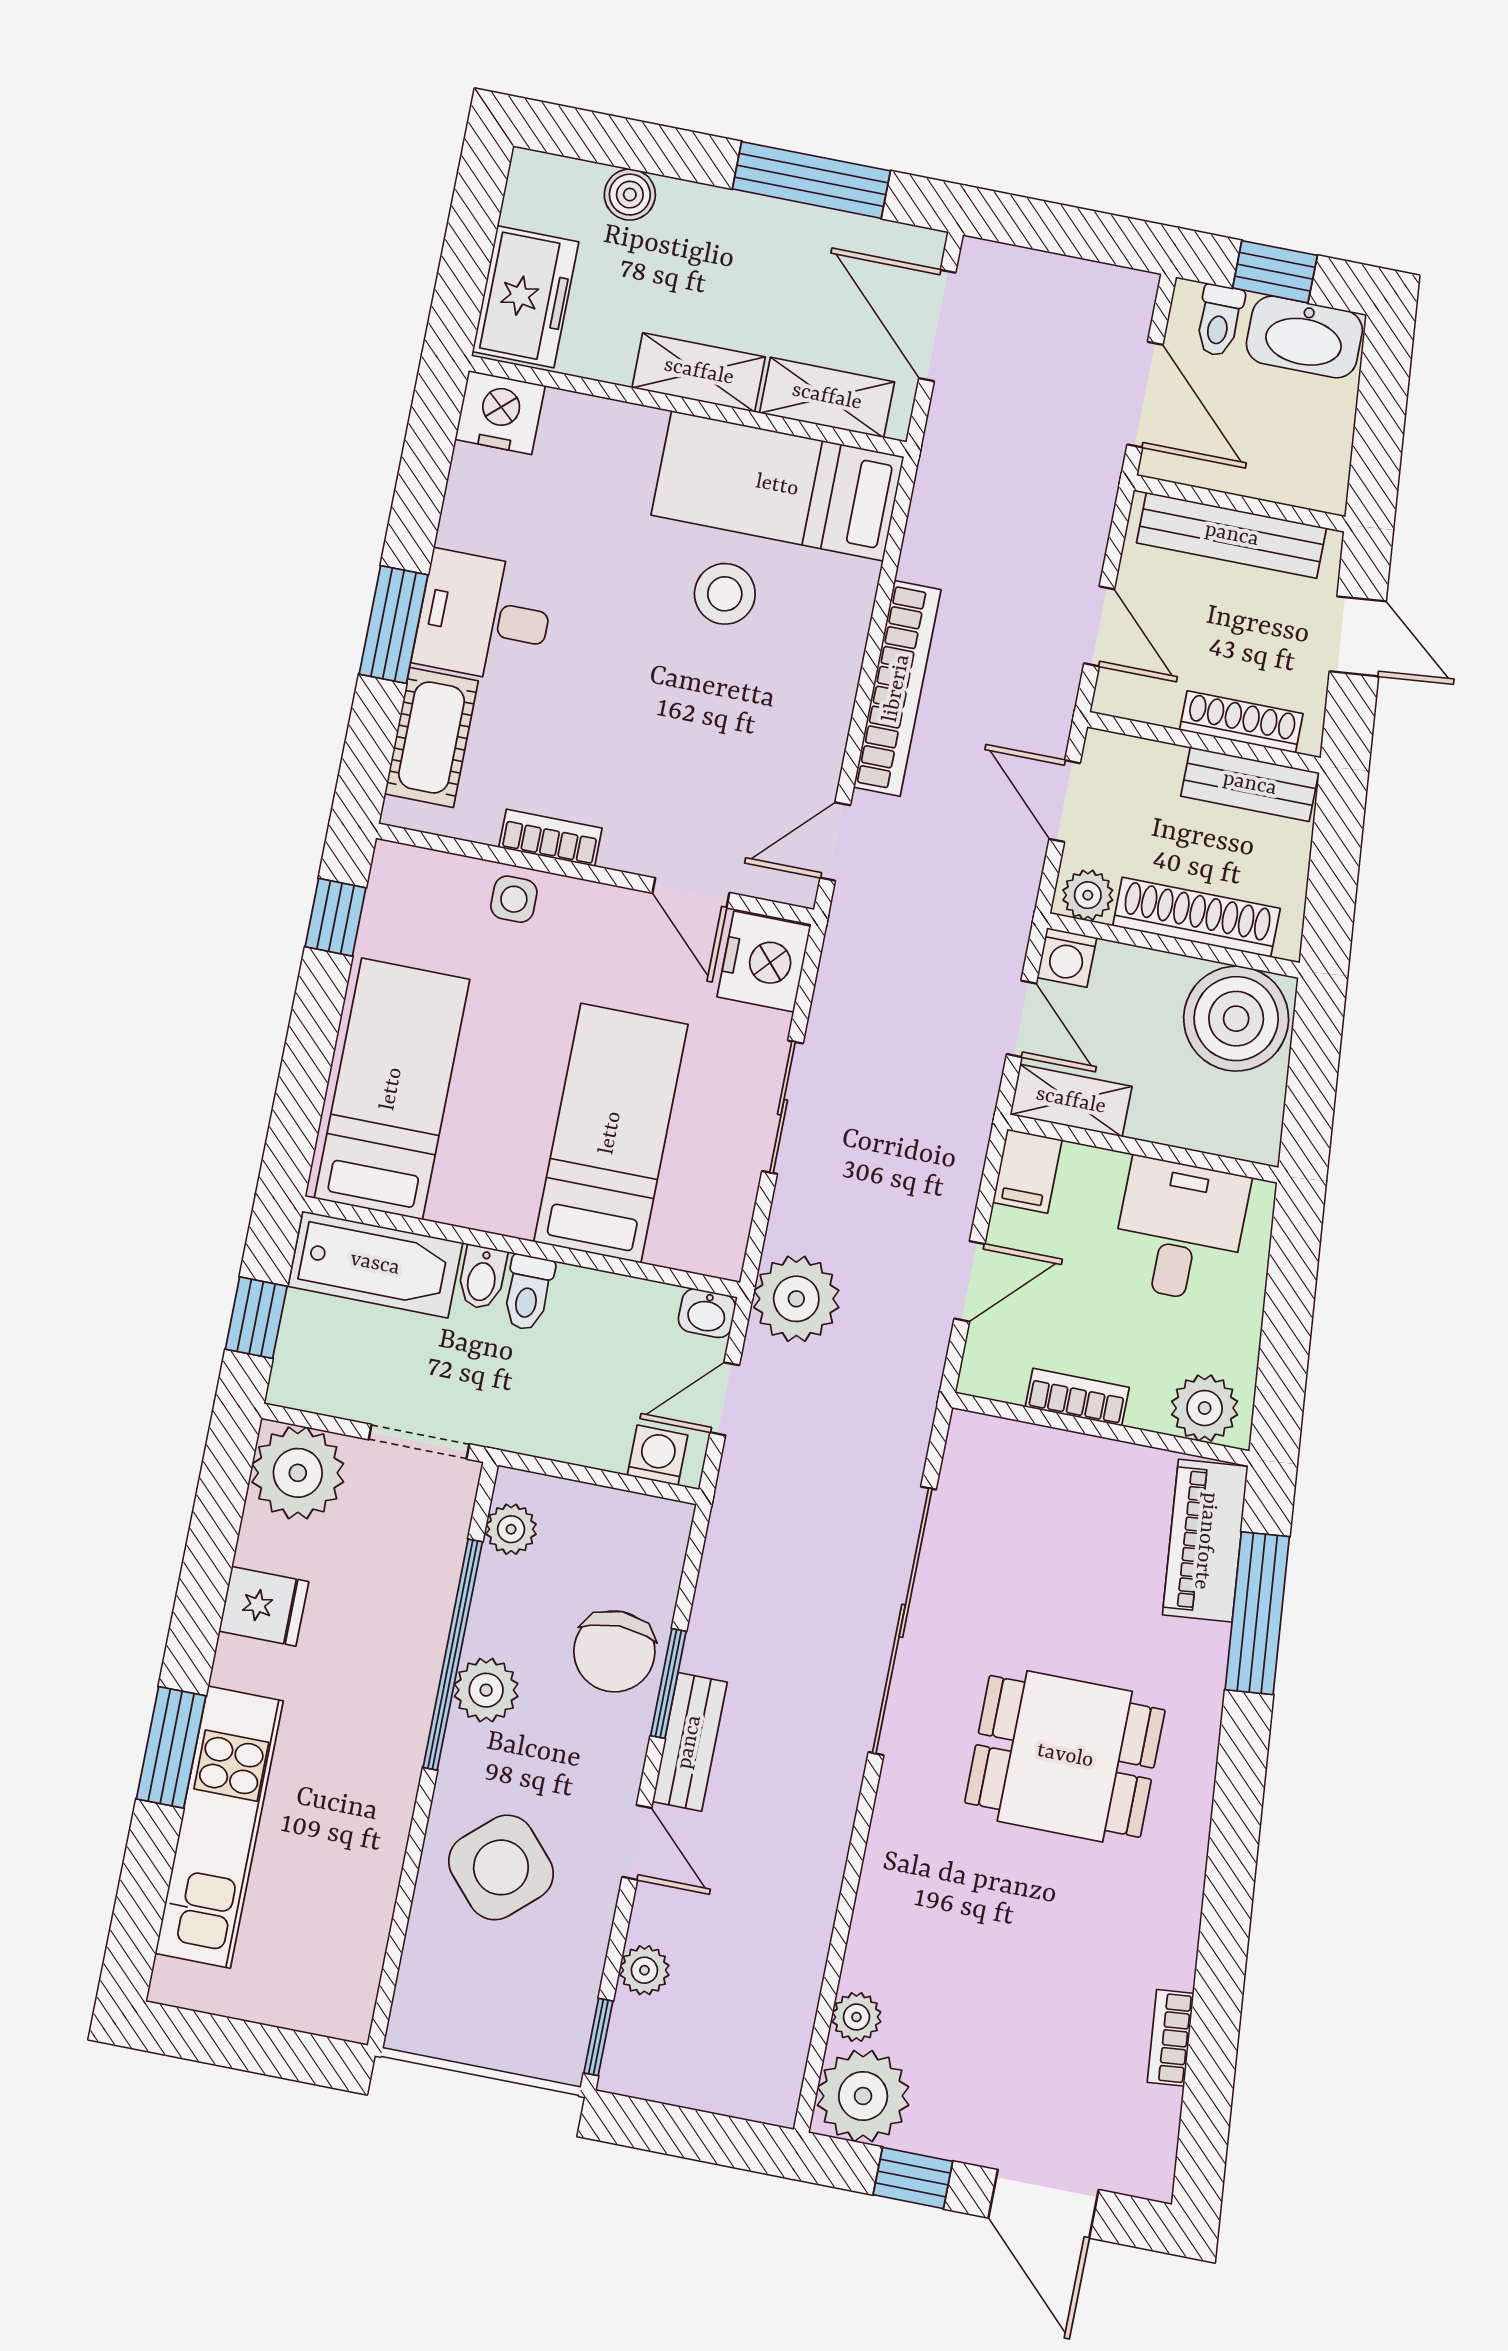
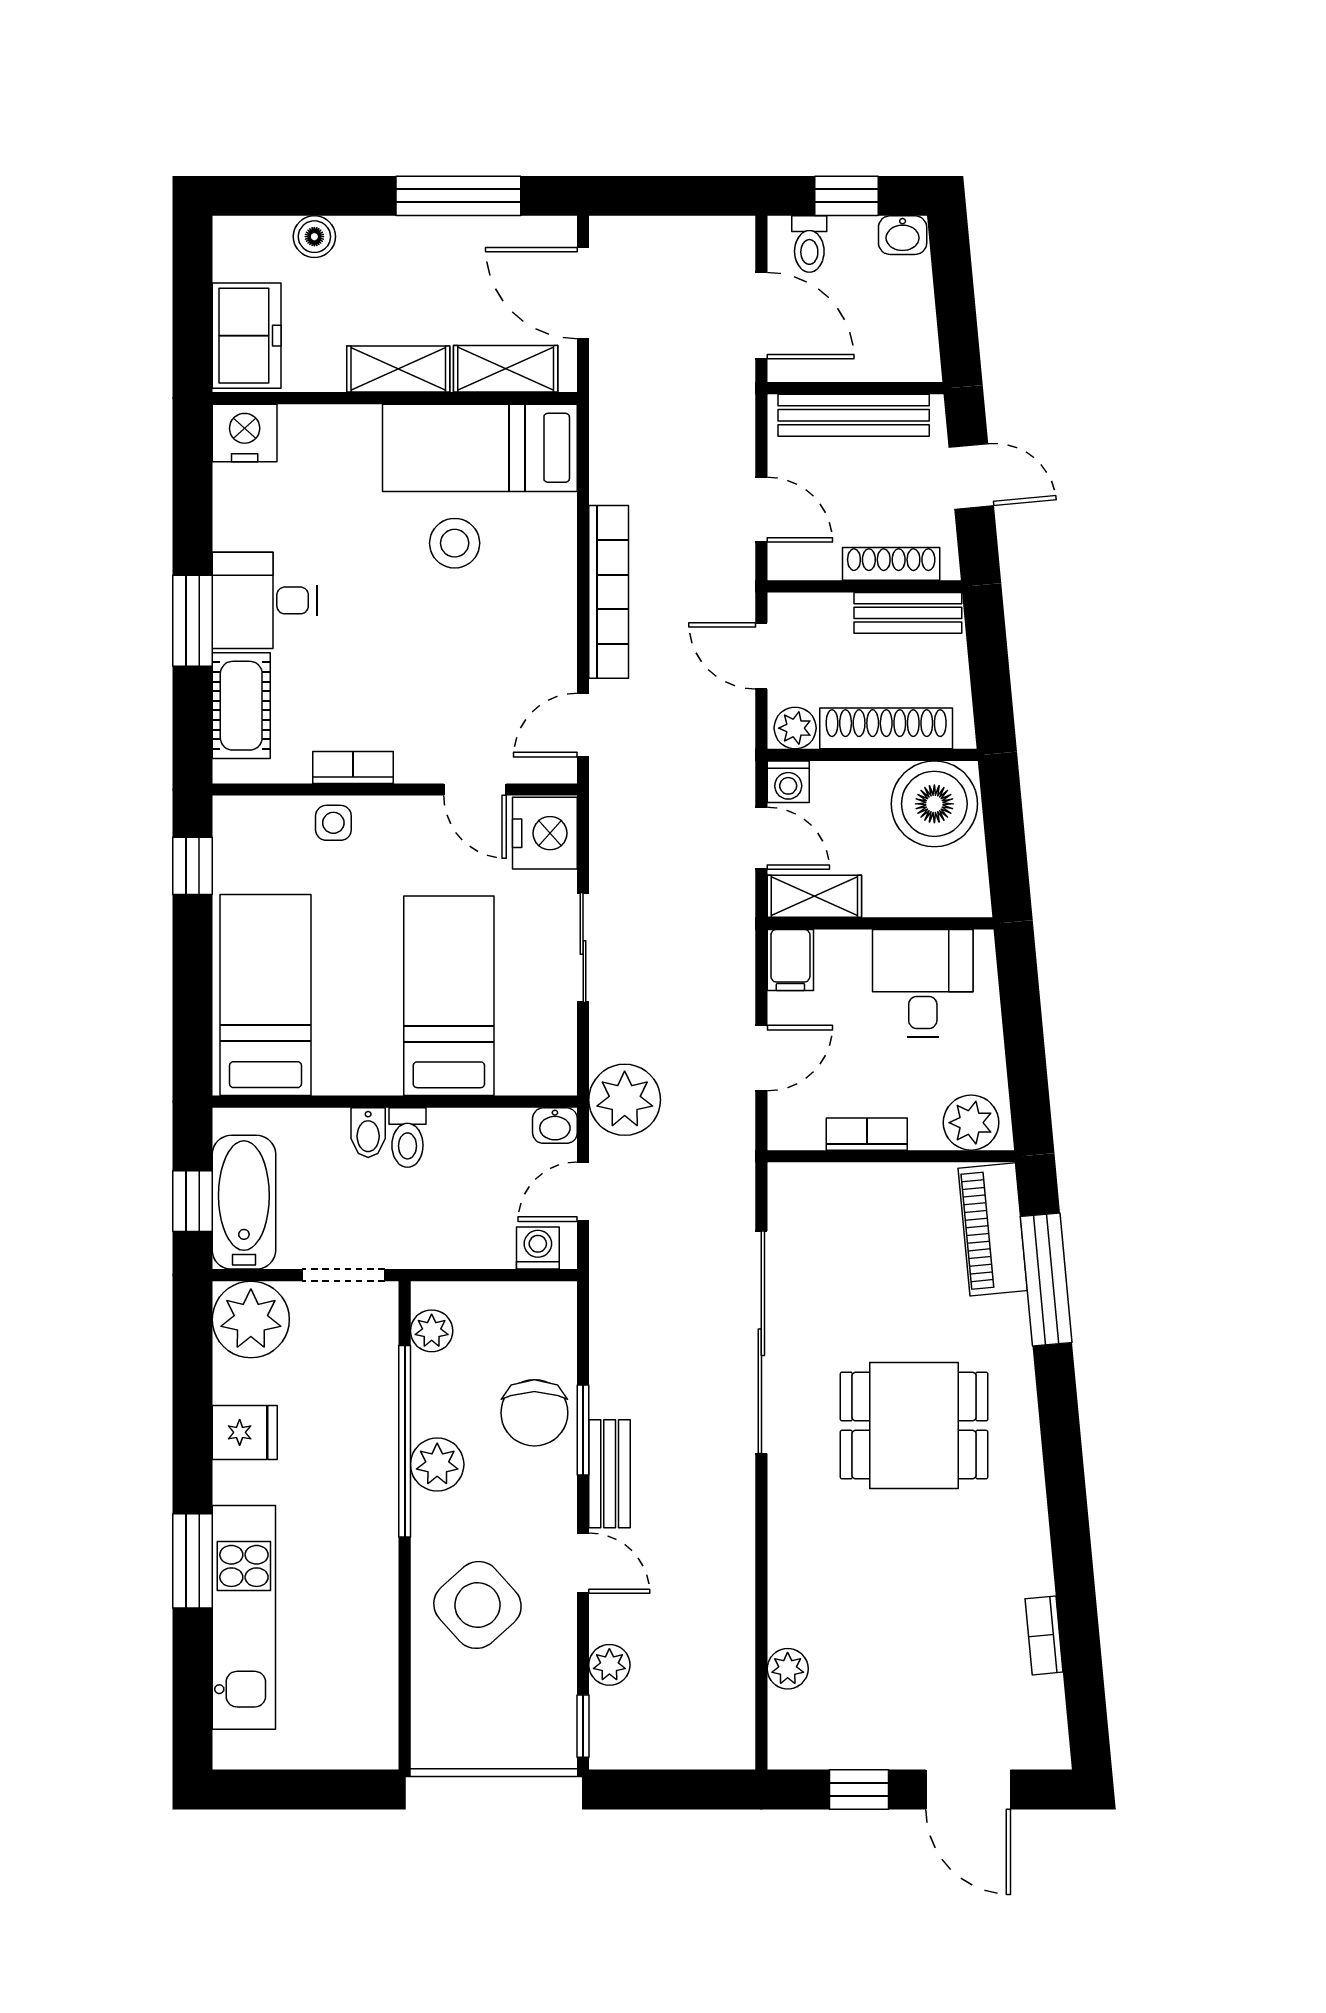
washbasin: (1304, 337) -> (903, 235), width x0.52, depth x0.69
bathtub: (375, 1264) -> (244, 1202), moved, turned -90
plant: (863, 2096) -> (806, 1731), removed

